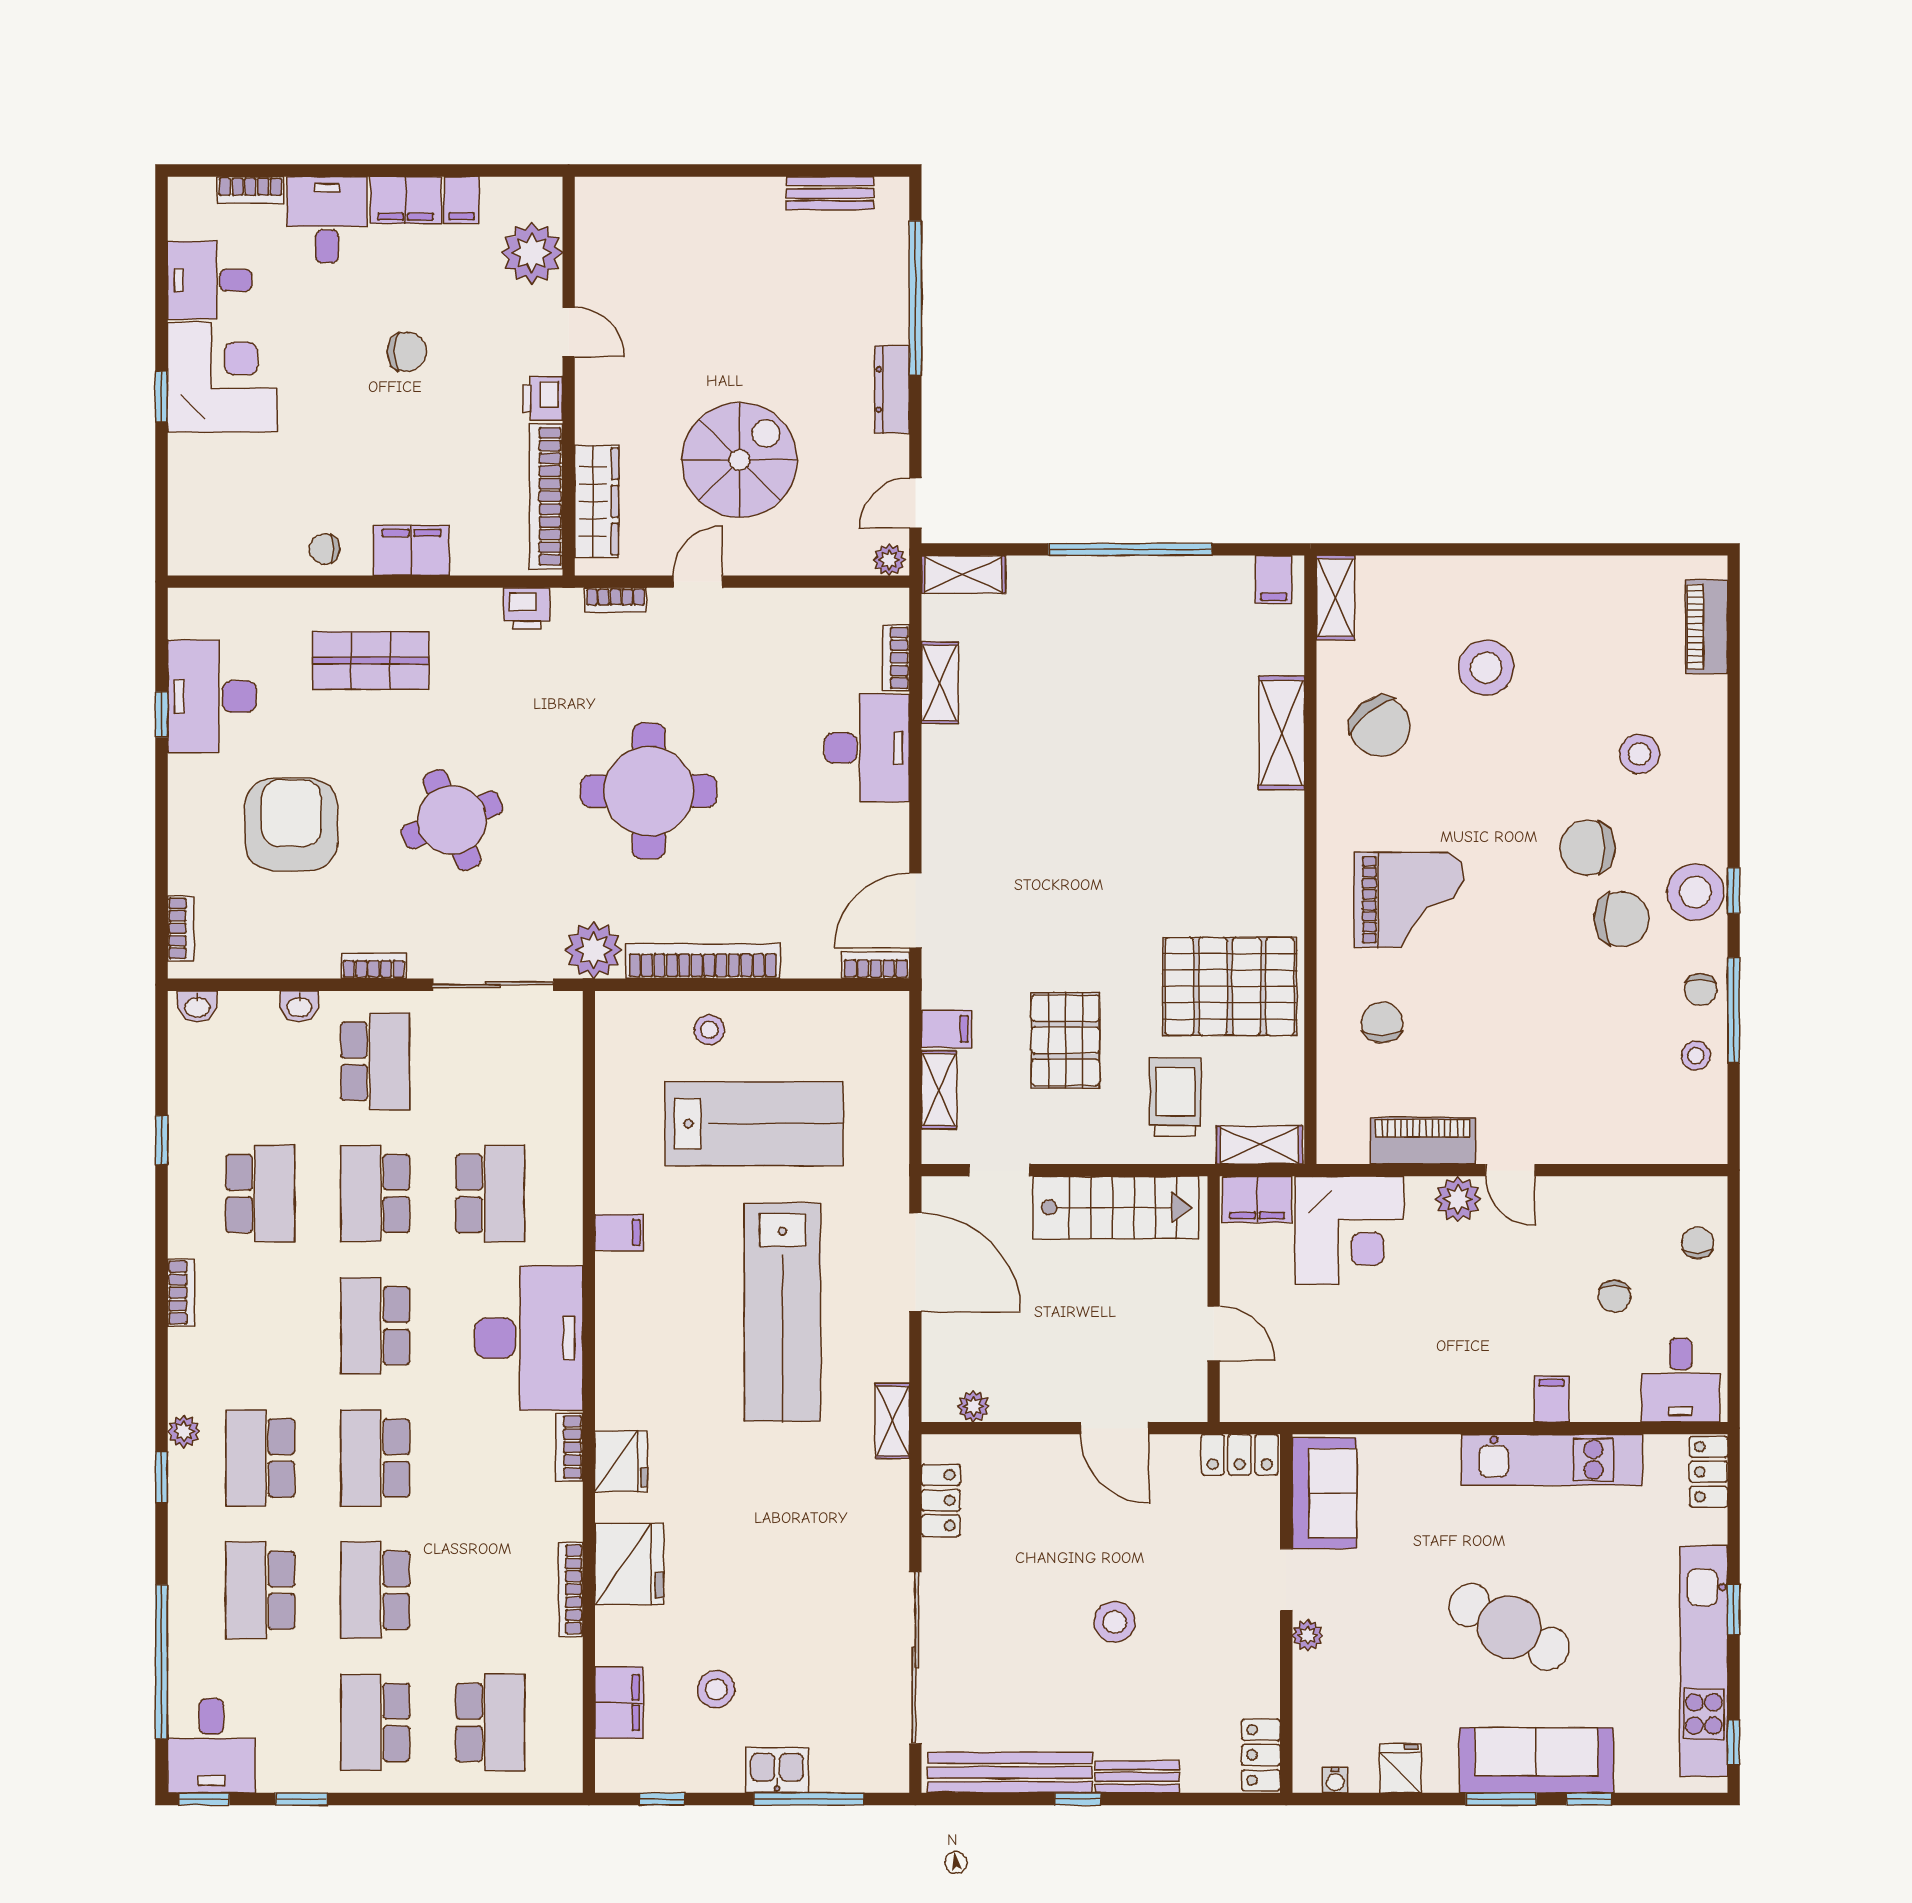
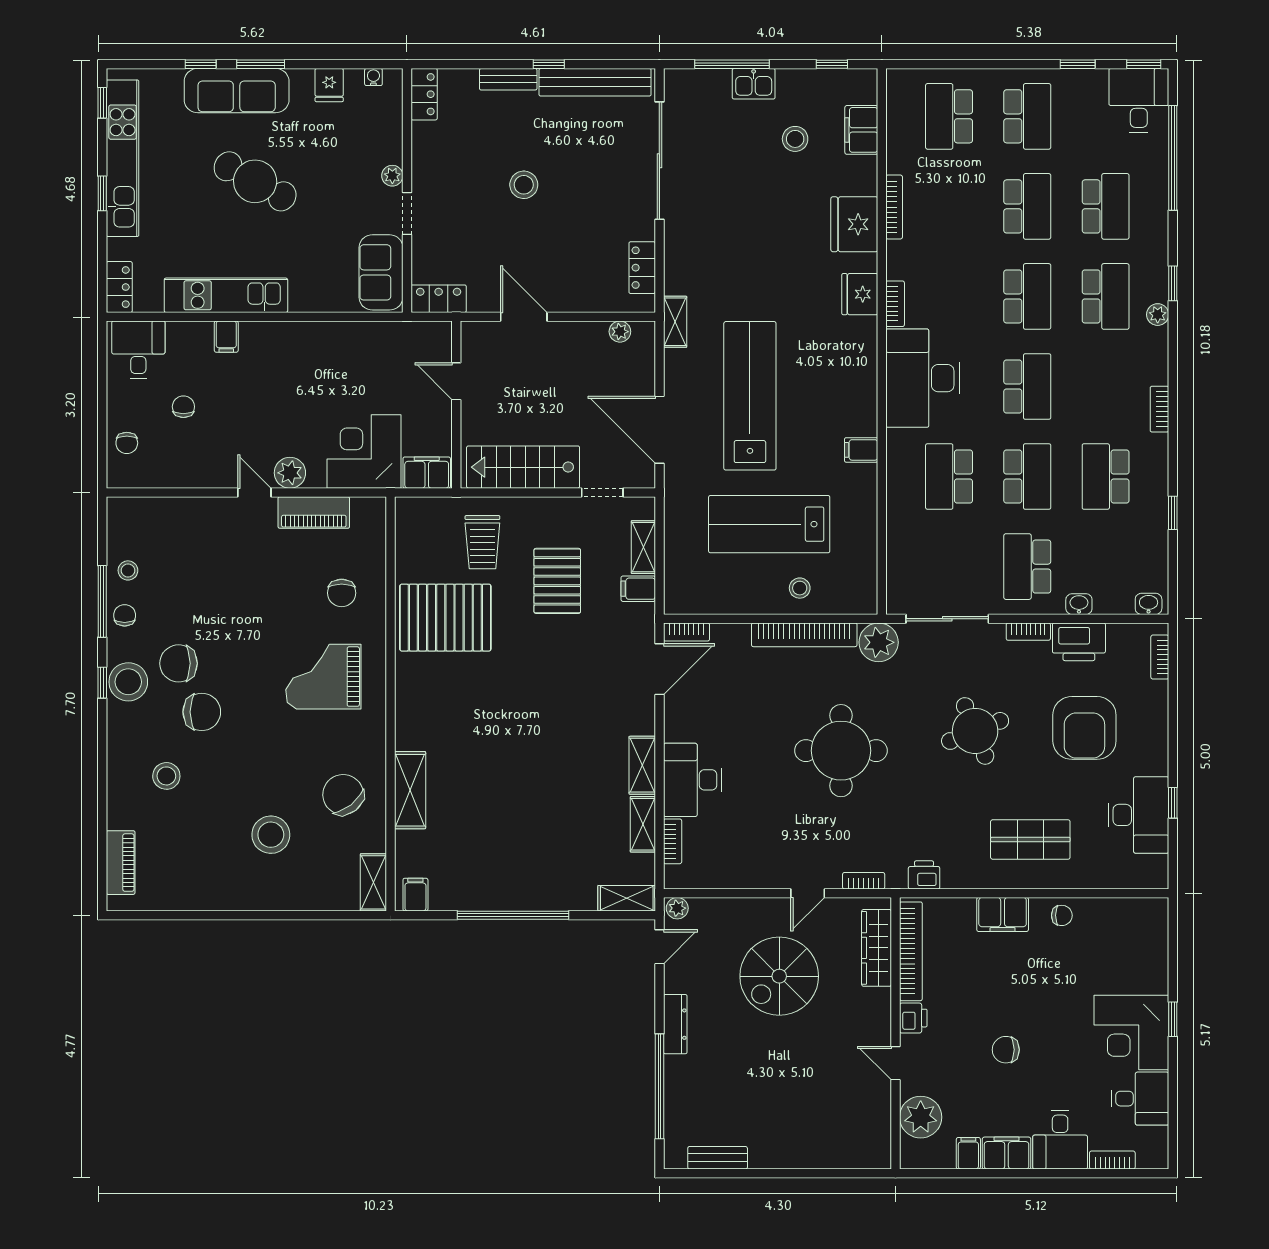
printer: (299, 951) -> (1079, 642), added
shelving: (1260, 1145) -> (642, 765), moved, turned 90

